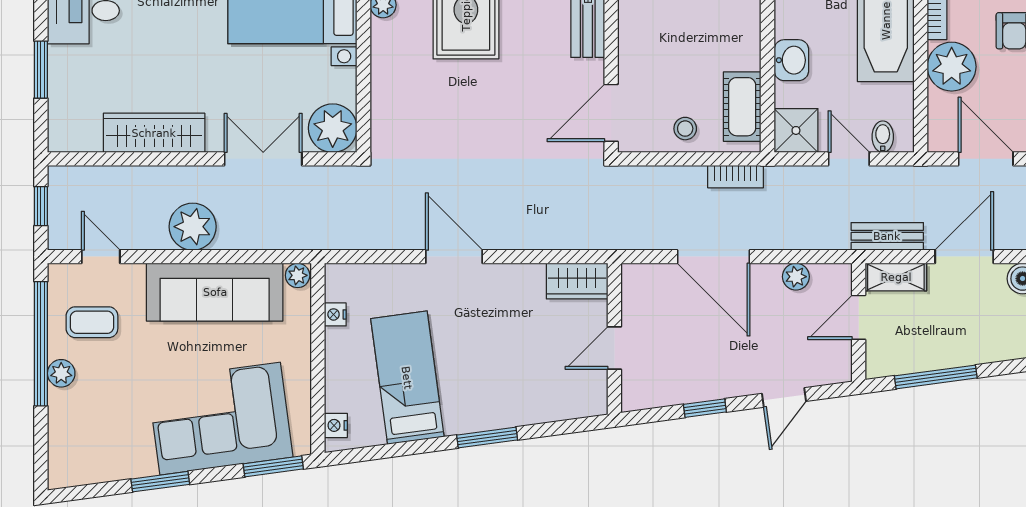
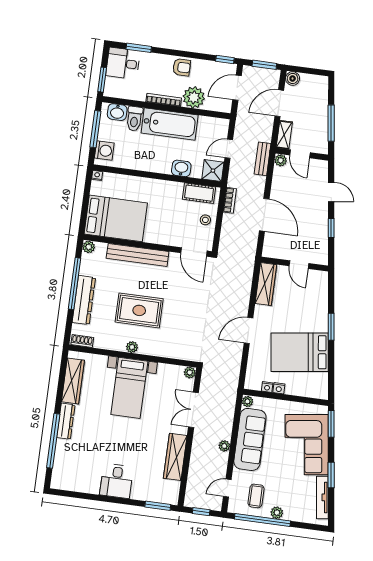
window: (41, 70) -> (158, 506), moved
plant: (333, 128) -> (190, 373), width x0.53, depth x0.53
bidet: (883, 137) -> (221, 132), removed
plant: (193, 227) -> (224, 446), width x0.53, depth x0.53
bench: (887, 236) -> (263, 159), moved
door: (714, 257) -> (264, 215), hinge flipped
door: (964, 257) -> (279, 103), hinge flipped
plant: (796, 277) -> (281, 160), moved
wardrobe: (577, 281) -> (266, 284), width x1.50
bed: (407, 378) -> (300, 352), width x1.50
nightstand: (336, 425) -> (279, 388), moved
tv unit: (108, 469) -> (322, 497), added

